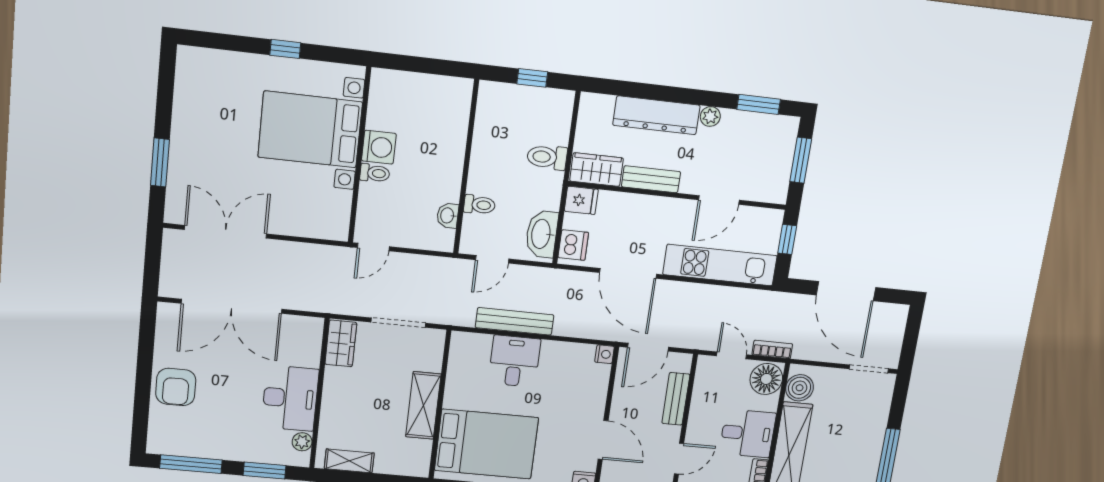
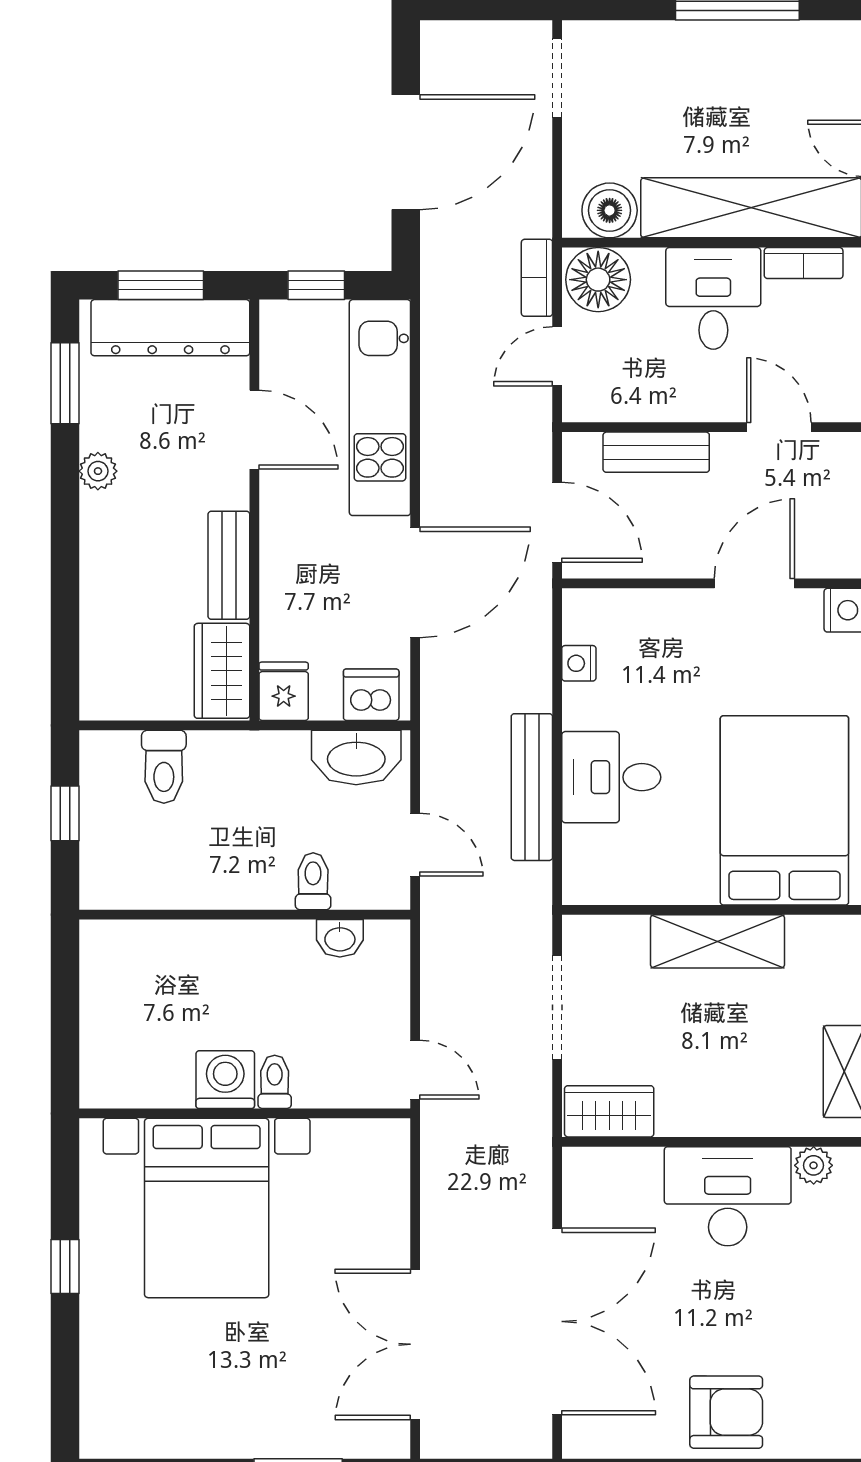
dresser: (656, 115) -> (170, 328), moved, turned 90
toilet: (547, 157) -> (164, 767), moved
nightstand: (604, 354) -> (579, 663), moved, turned -90

